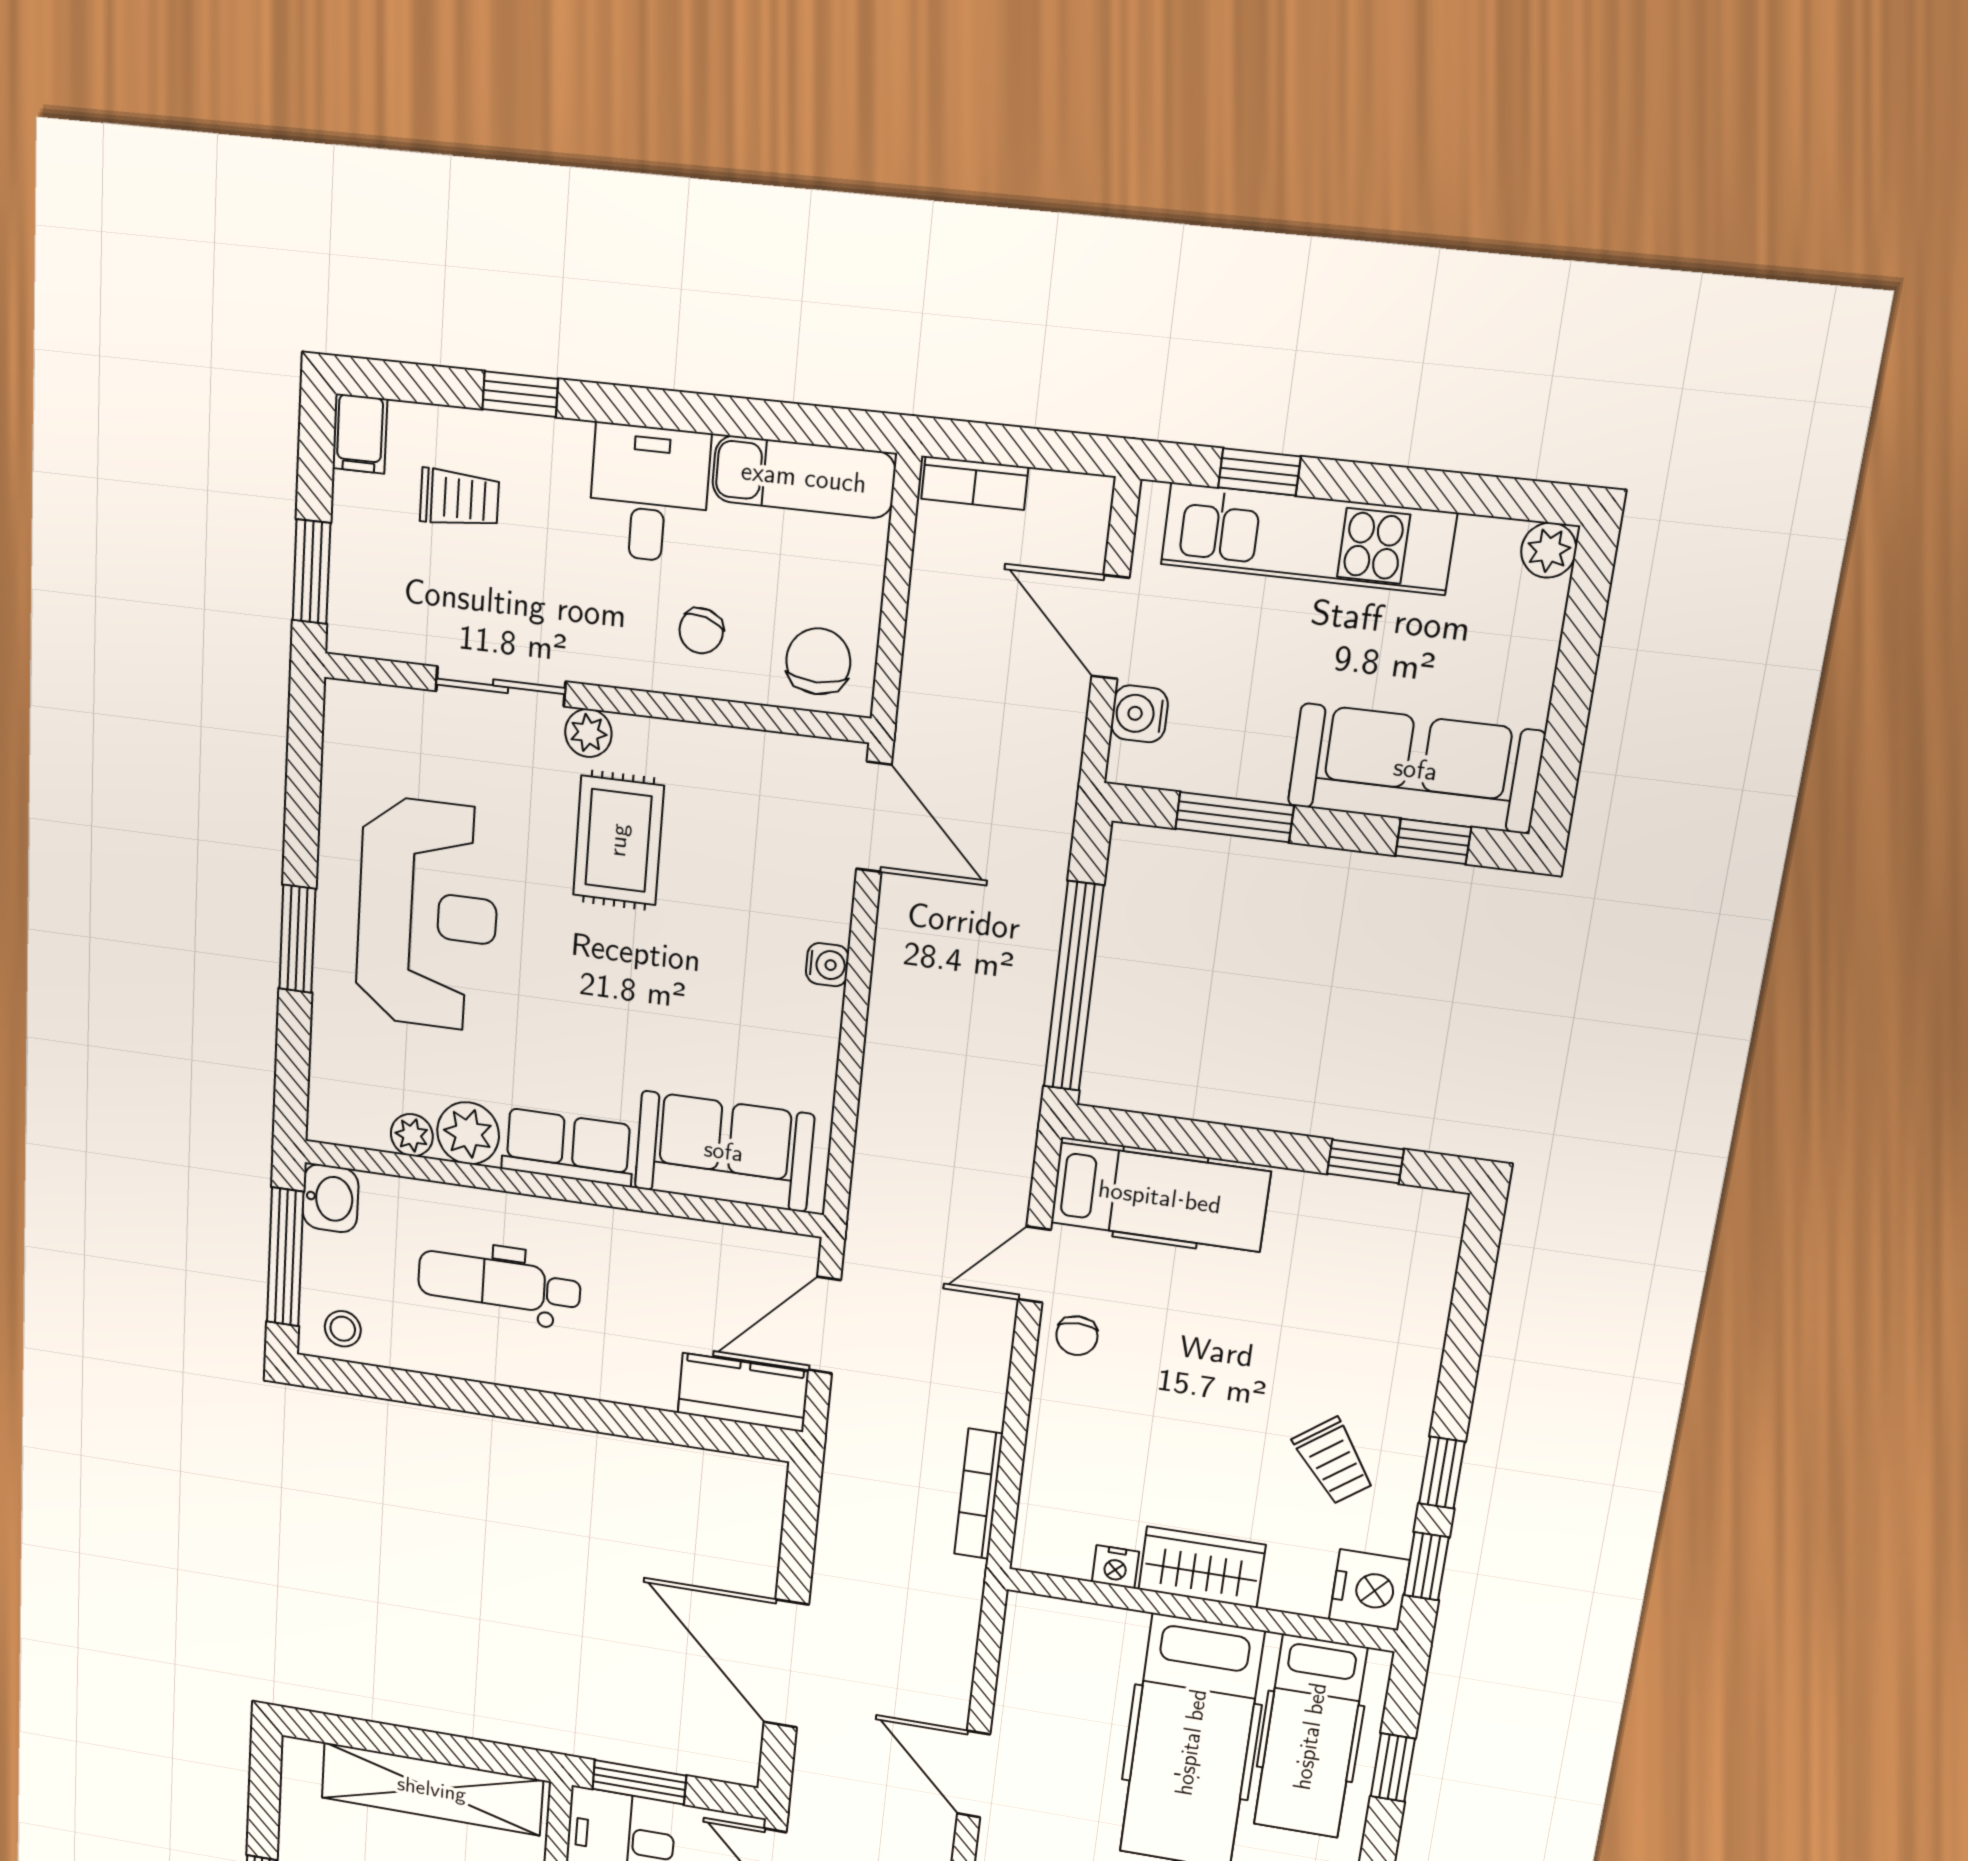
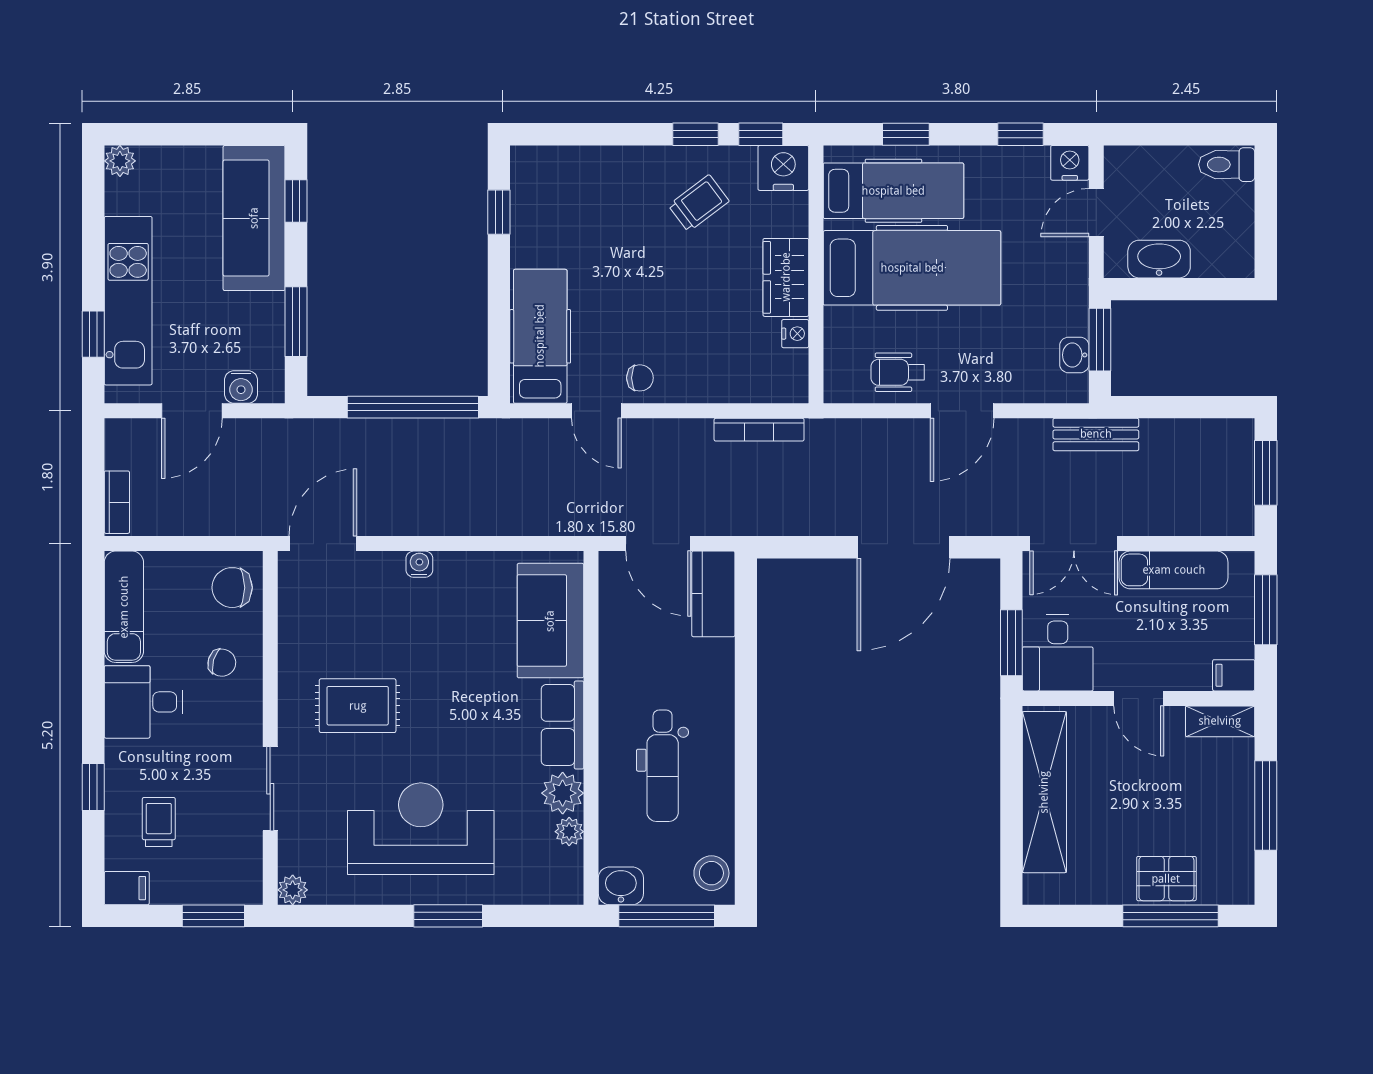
plant: (588, 733) -> (293, 890), moved
stool: (343, 1329) -> (711, 873), width x1.37, depth x1.37
wheelchair: (1040, 1698) -> (898, 372), added

